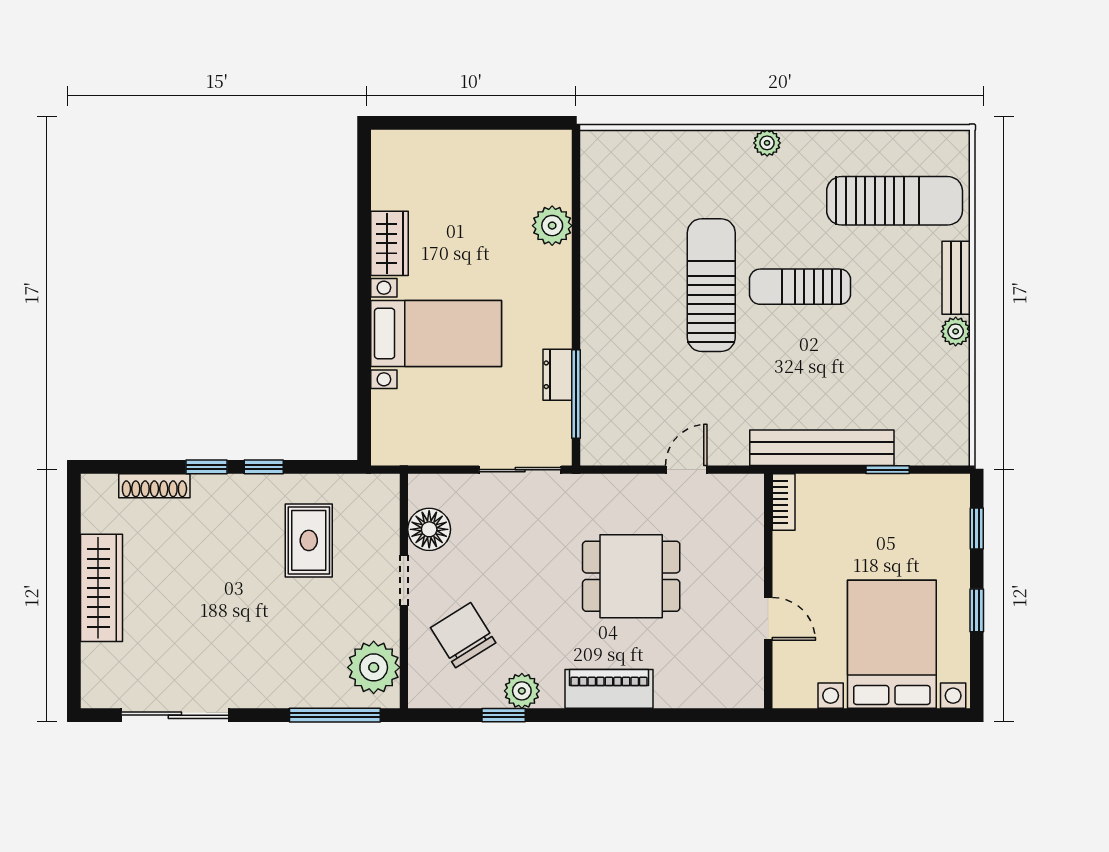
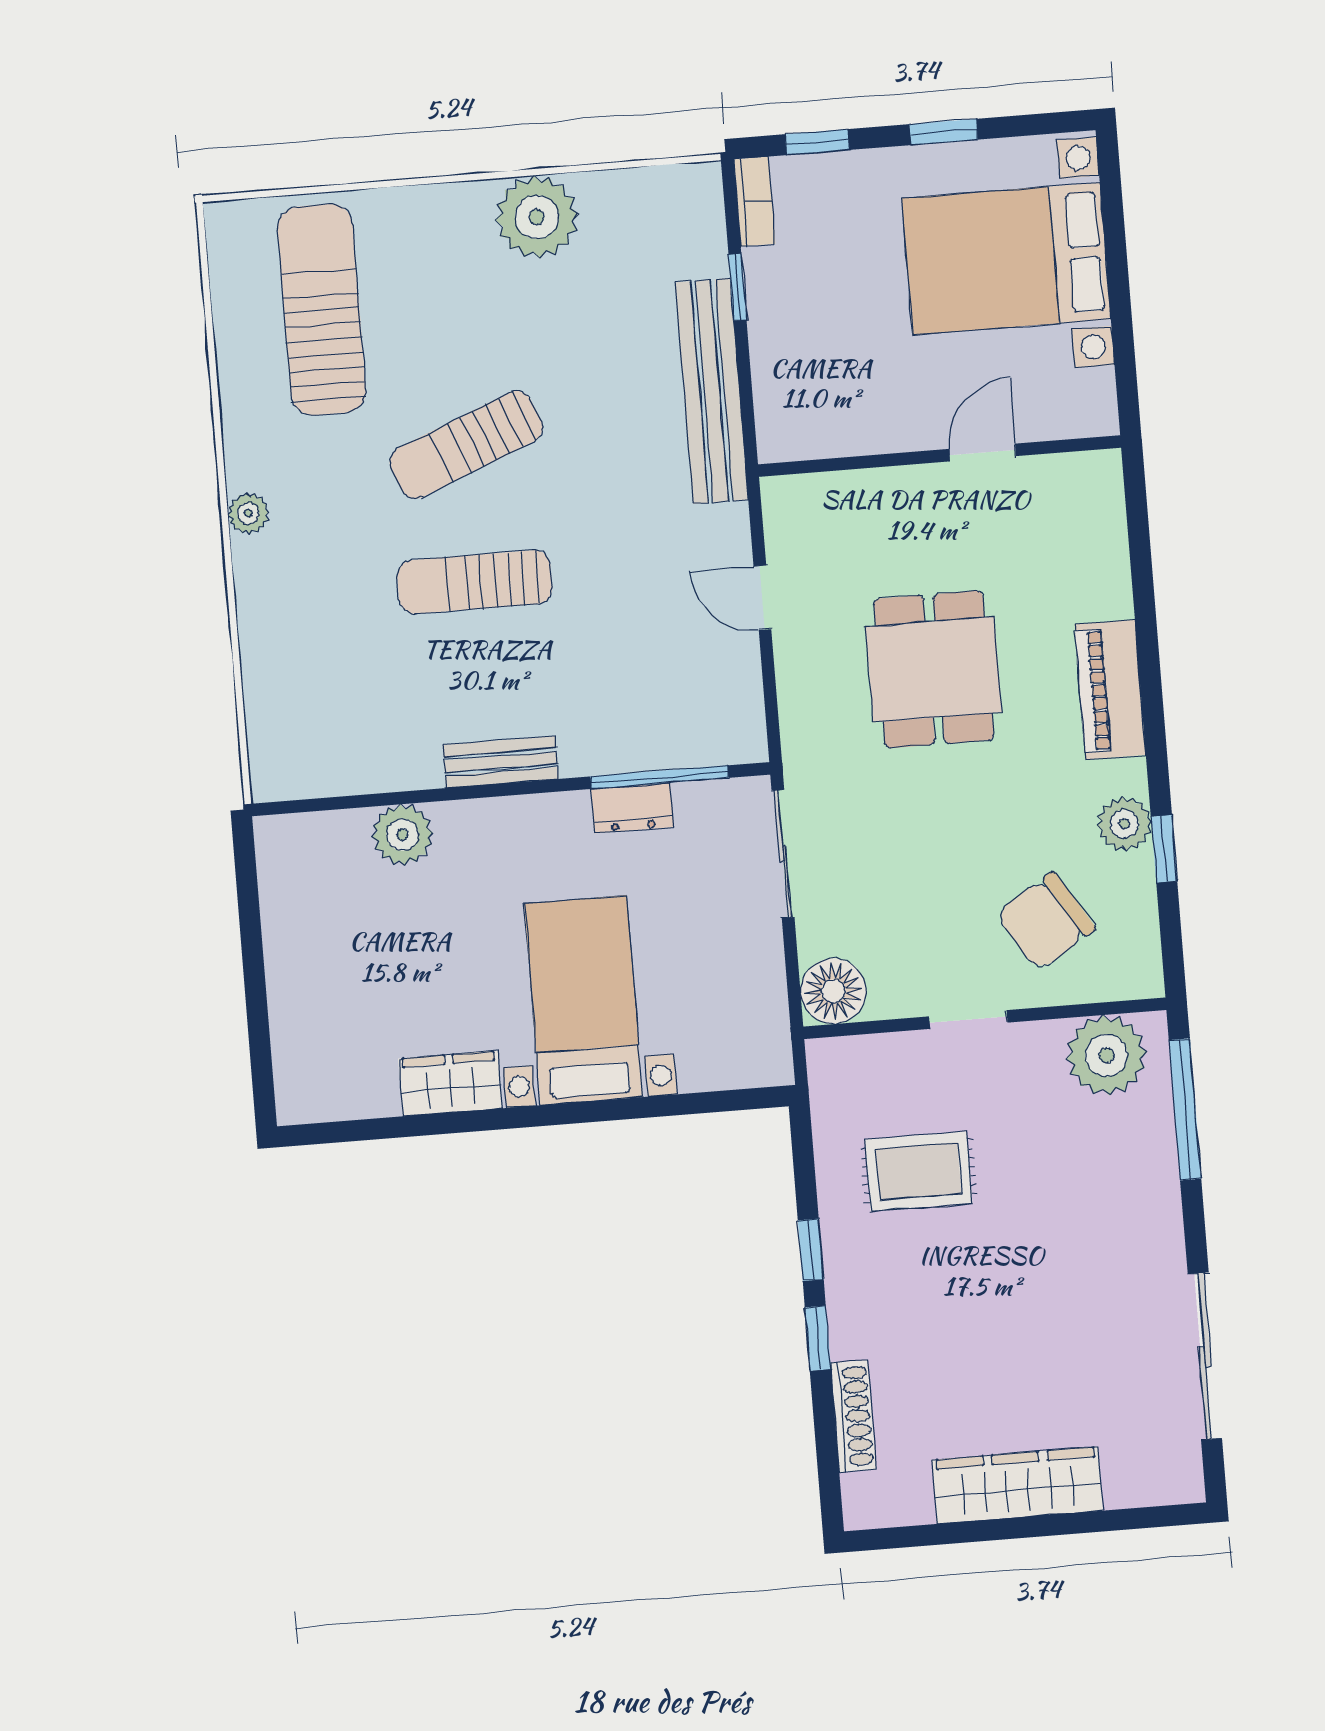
bench: (956, 278) -> (501, 762), moved
sun lounger: (711, 285) -> (475, 582), width x0.73, depth x0.75
sun lounger: (800, 287) -> (466, 445), turned 68
plant: (956, 331) -> (537, 217), width x1.88, depth x1.88
bookcase: (784, 502) -> (754, 202), moved, turned 90
floor lamp: (429, 529) -> (833, 991), moved

